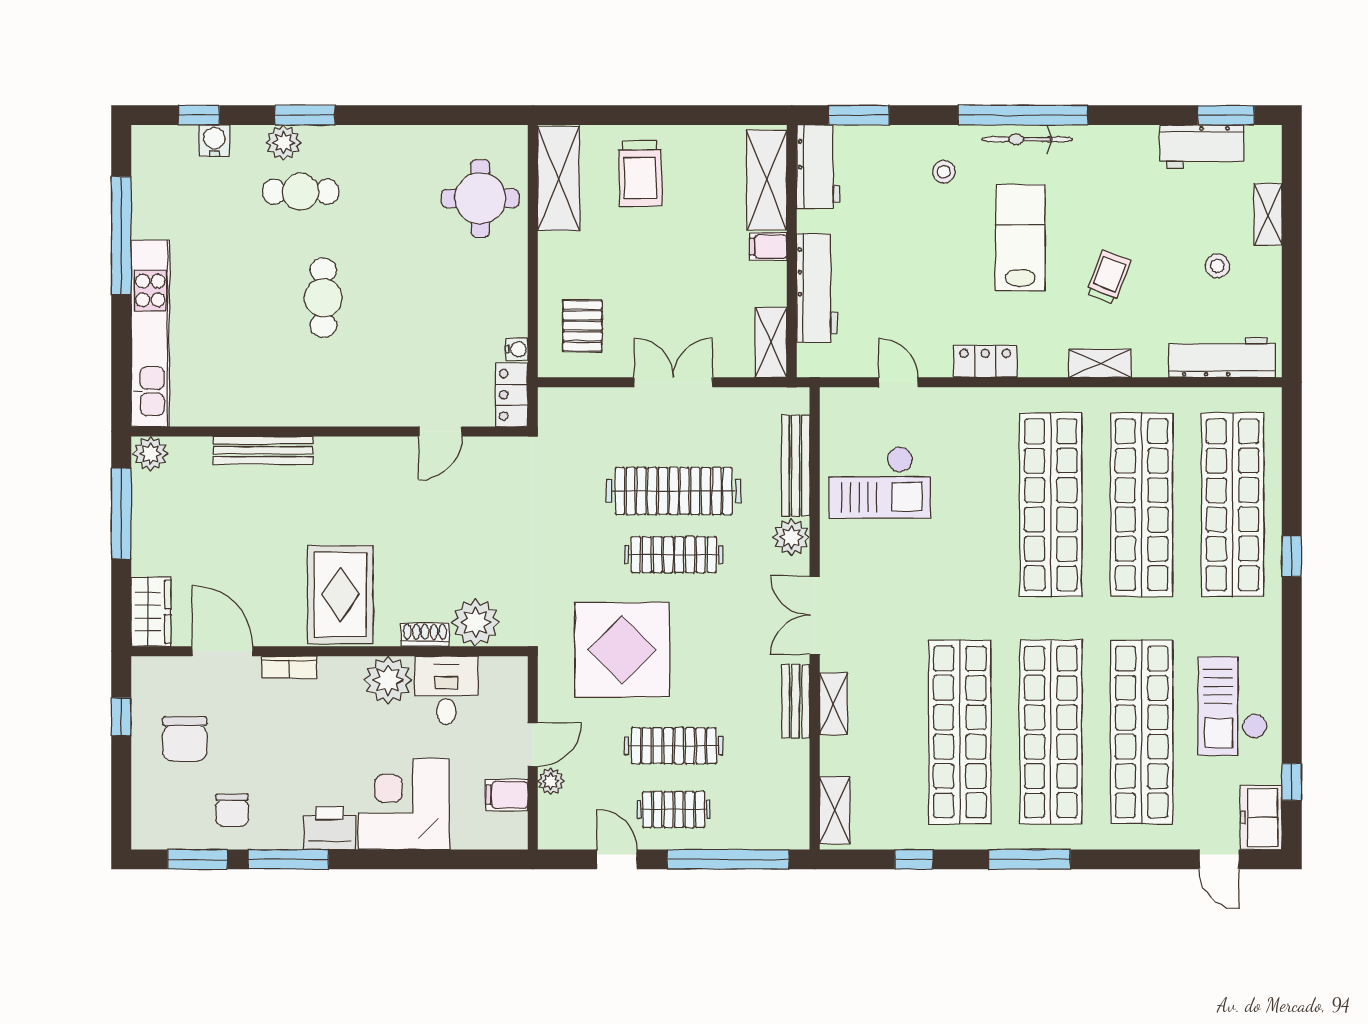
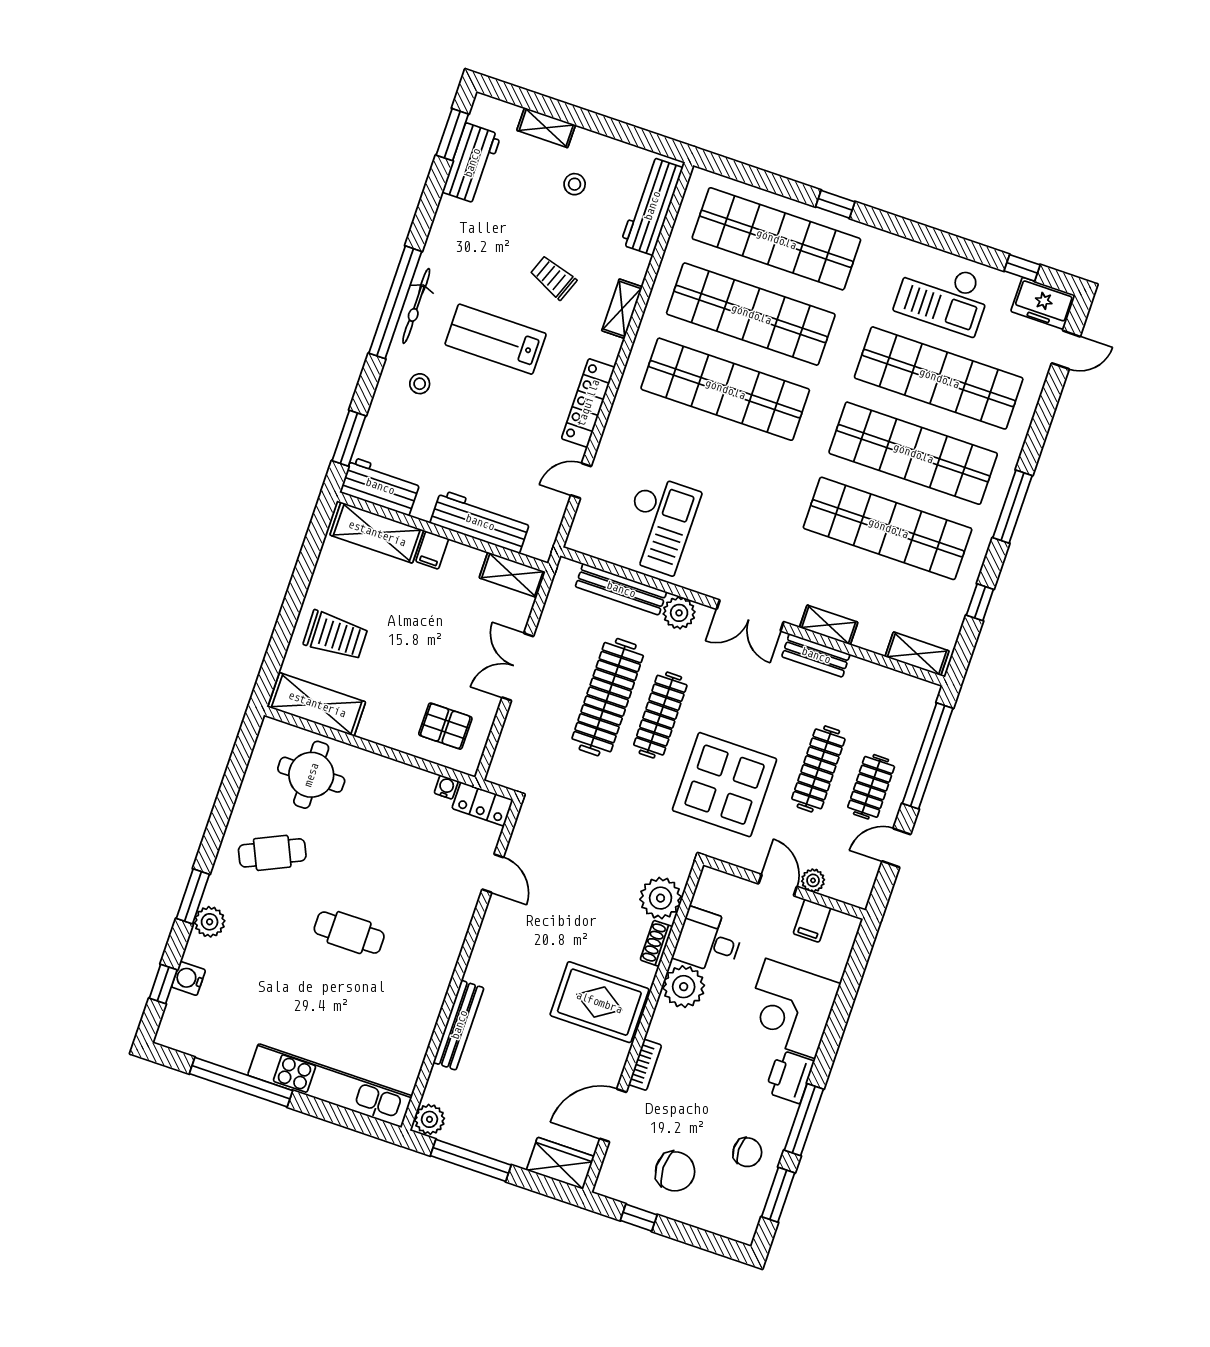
cafe table: (301, 192) -> (272, 853), moved, turned 65
locker: (985, 361) -> (588, 403), width x1.53

